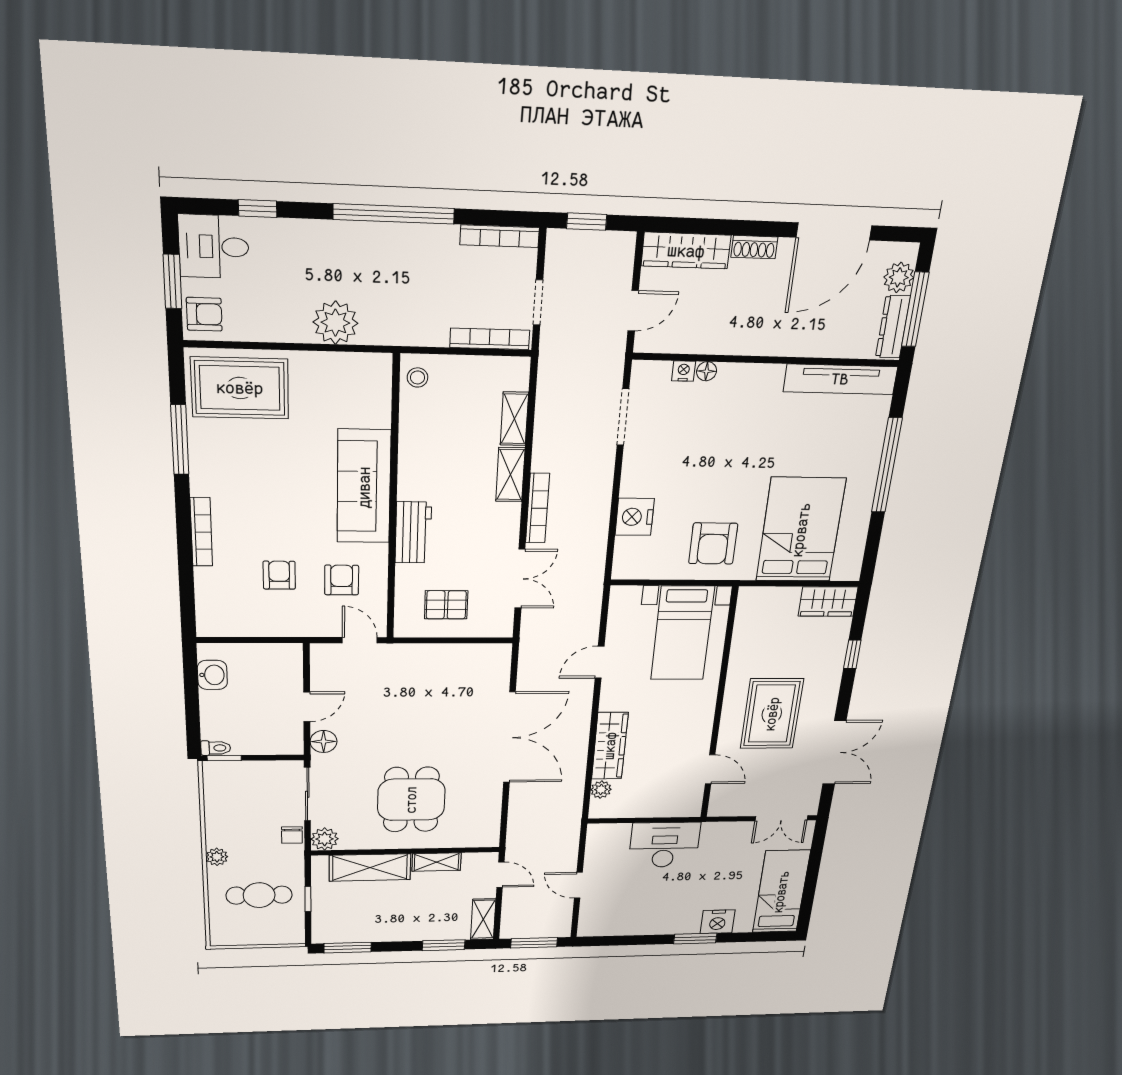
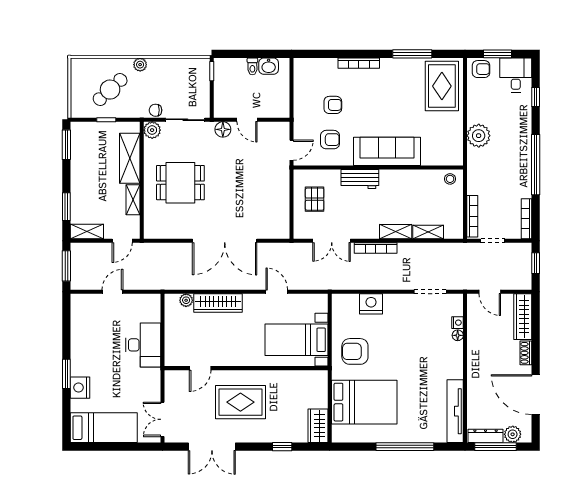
armchair: (204, 314) -> (481, 69), turned -90
toilet: (216, 748) -> (252, 66), moved
cafe table: (259, 895) -> (110, 90), turned 47

